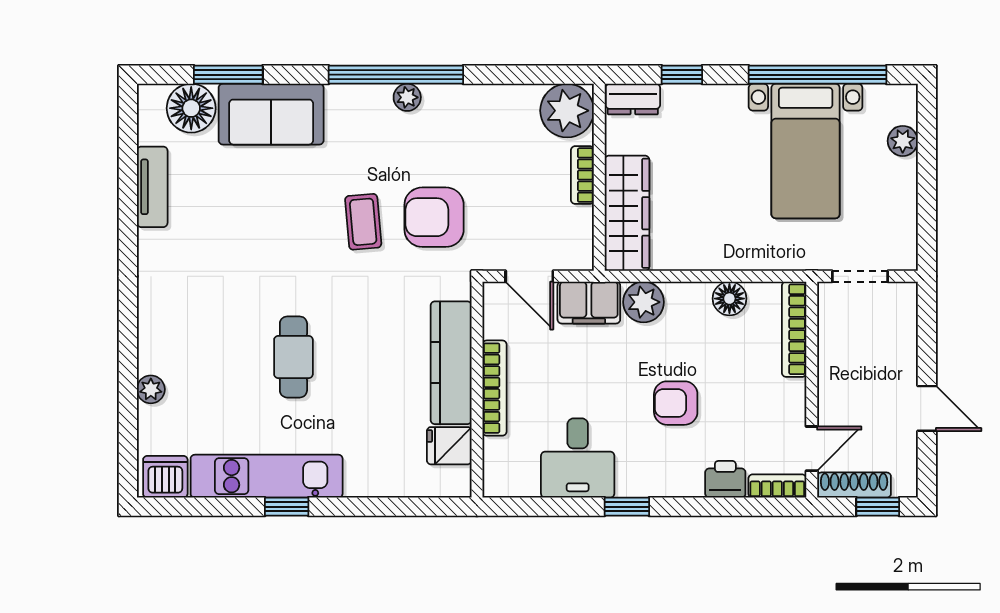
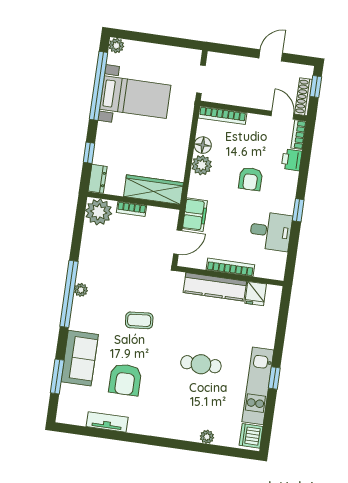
floor lamp: (191, 108) -> (71, 397), removed
plant: (903, 141) -> (116, 46), moved
armchair: (434, 217) -> (125, 380), moved
plant: (644, 302) -> (202, 165), moved

